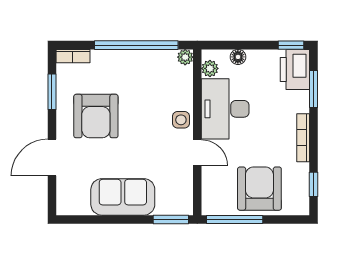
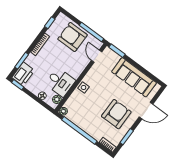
desk: (225, 109) -> (60, 82), width x0.73
door: (197, 153) -> (97, 56), moved
armchair: (259, 189) -> (73, 37), turned 90
sofa: (123, 197) -> (134, 77), width x1.36

